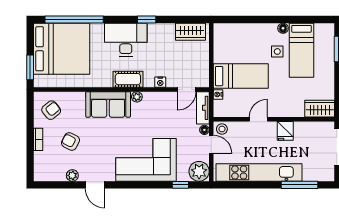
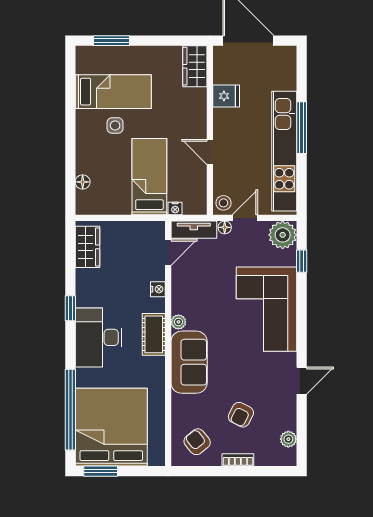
floor lamp: (283, 28) -> (83, 182), moved
window: (30, 67) -> (101, 471), moved
door: (187, 89) -> (168, 252), hinge flipped
fridge: (285, 131) -> (226, 96), moved
plant: (72, 175) -> (288, 439), moved
window: (299, 185) -> (302, 128), moved

